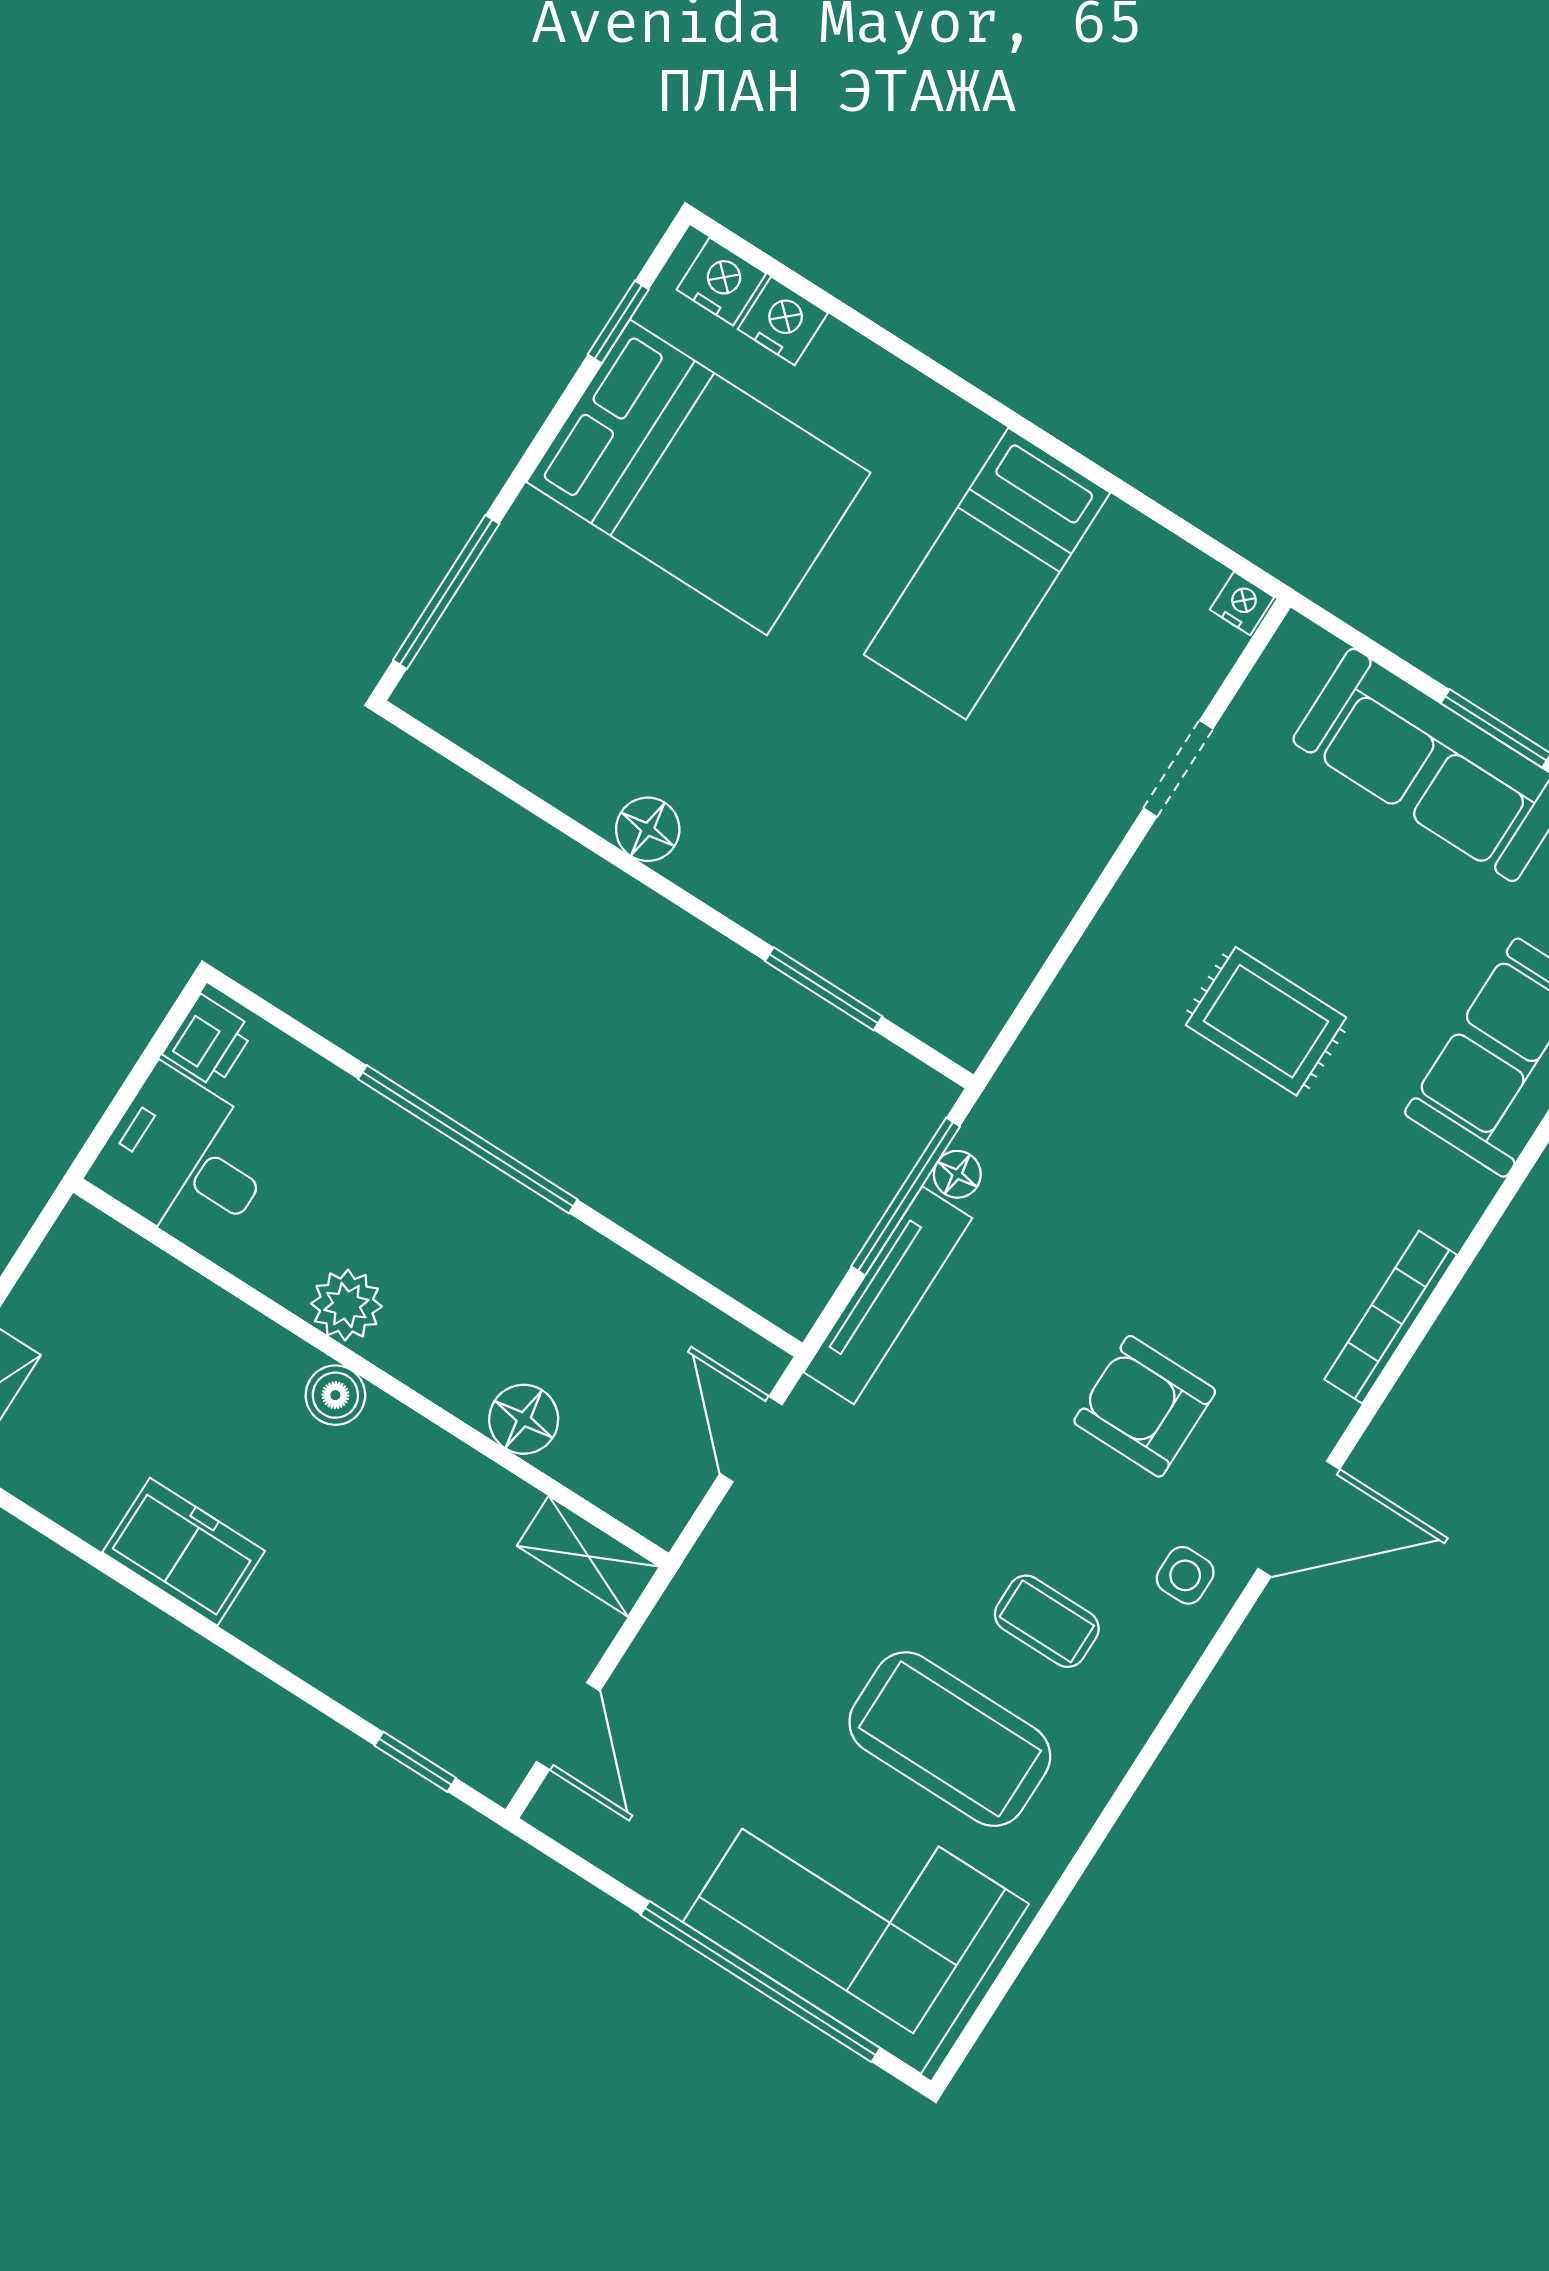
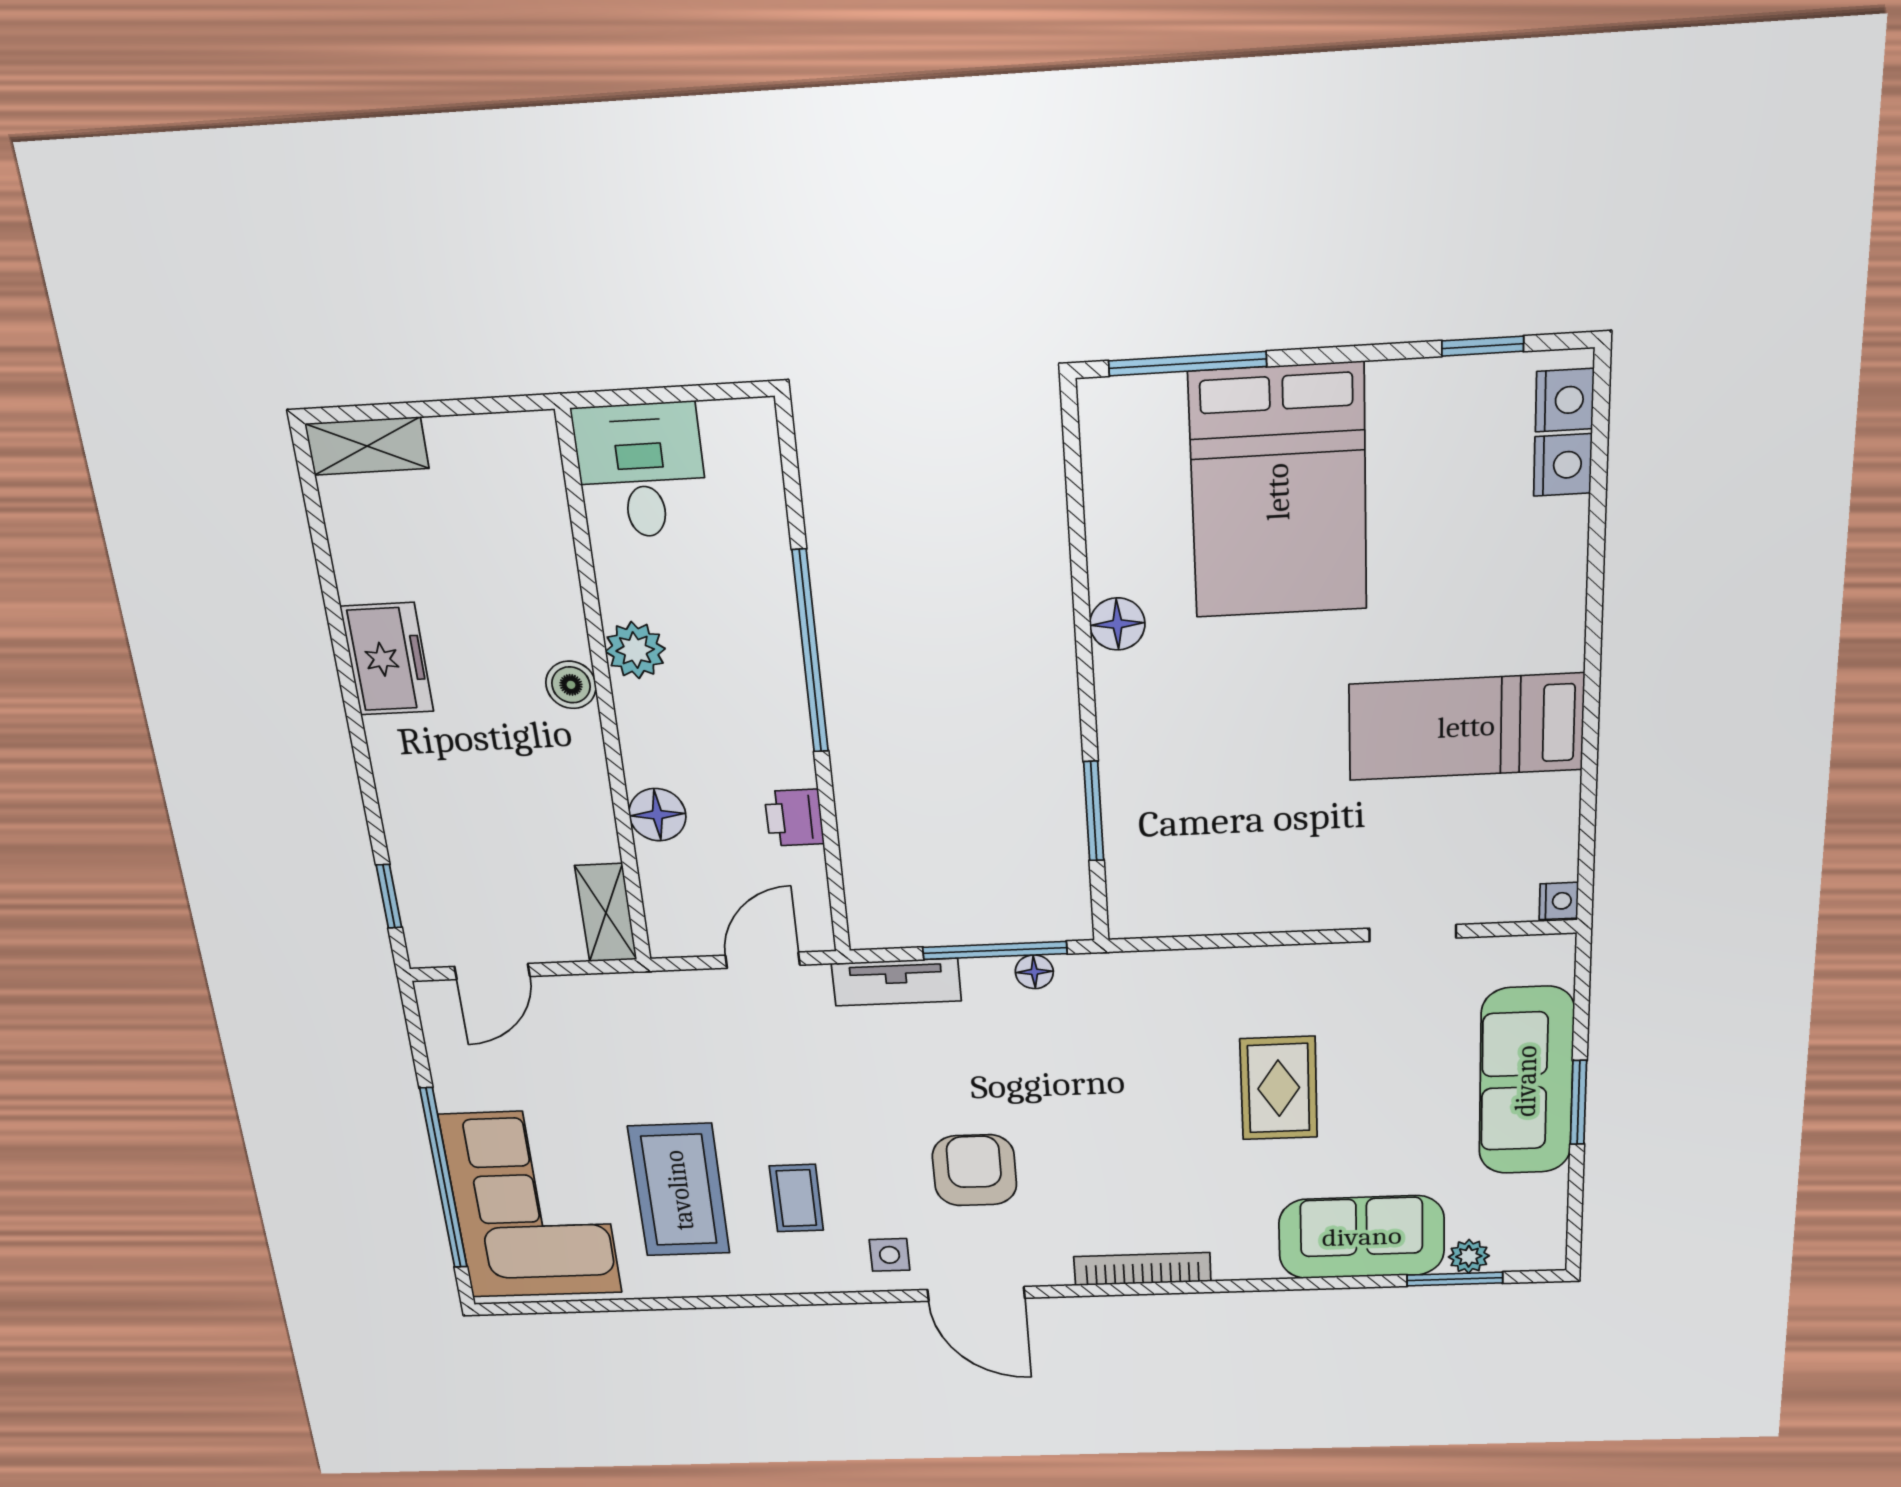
bed: (698, 477) -> (1278, 492), moved
printer: (209, 1041) -> (794, 818), moved, turned 90
tv unit: (888, 1295) -> (896, 982), width x0.71

